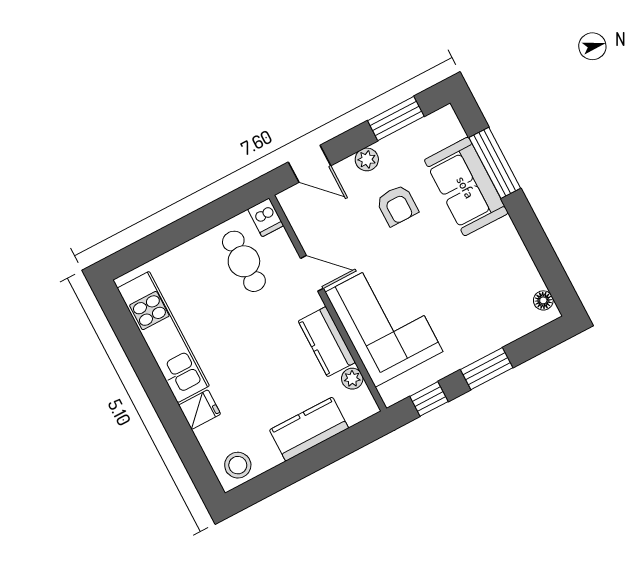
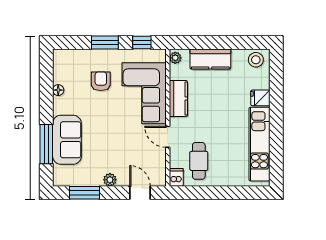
armchair: (397, 205) -> (101, 81), moved
floor lamp: (543, 300) -> (58, 90), moved
plant: (352, 379) -> (175, 58), moved

